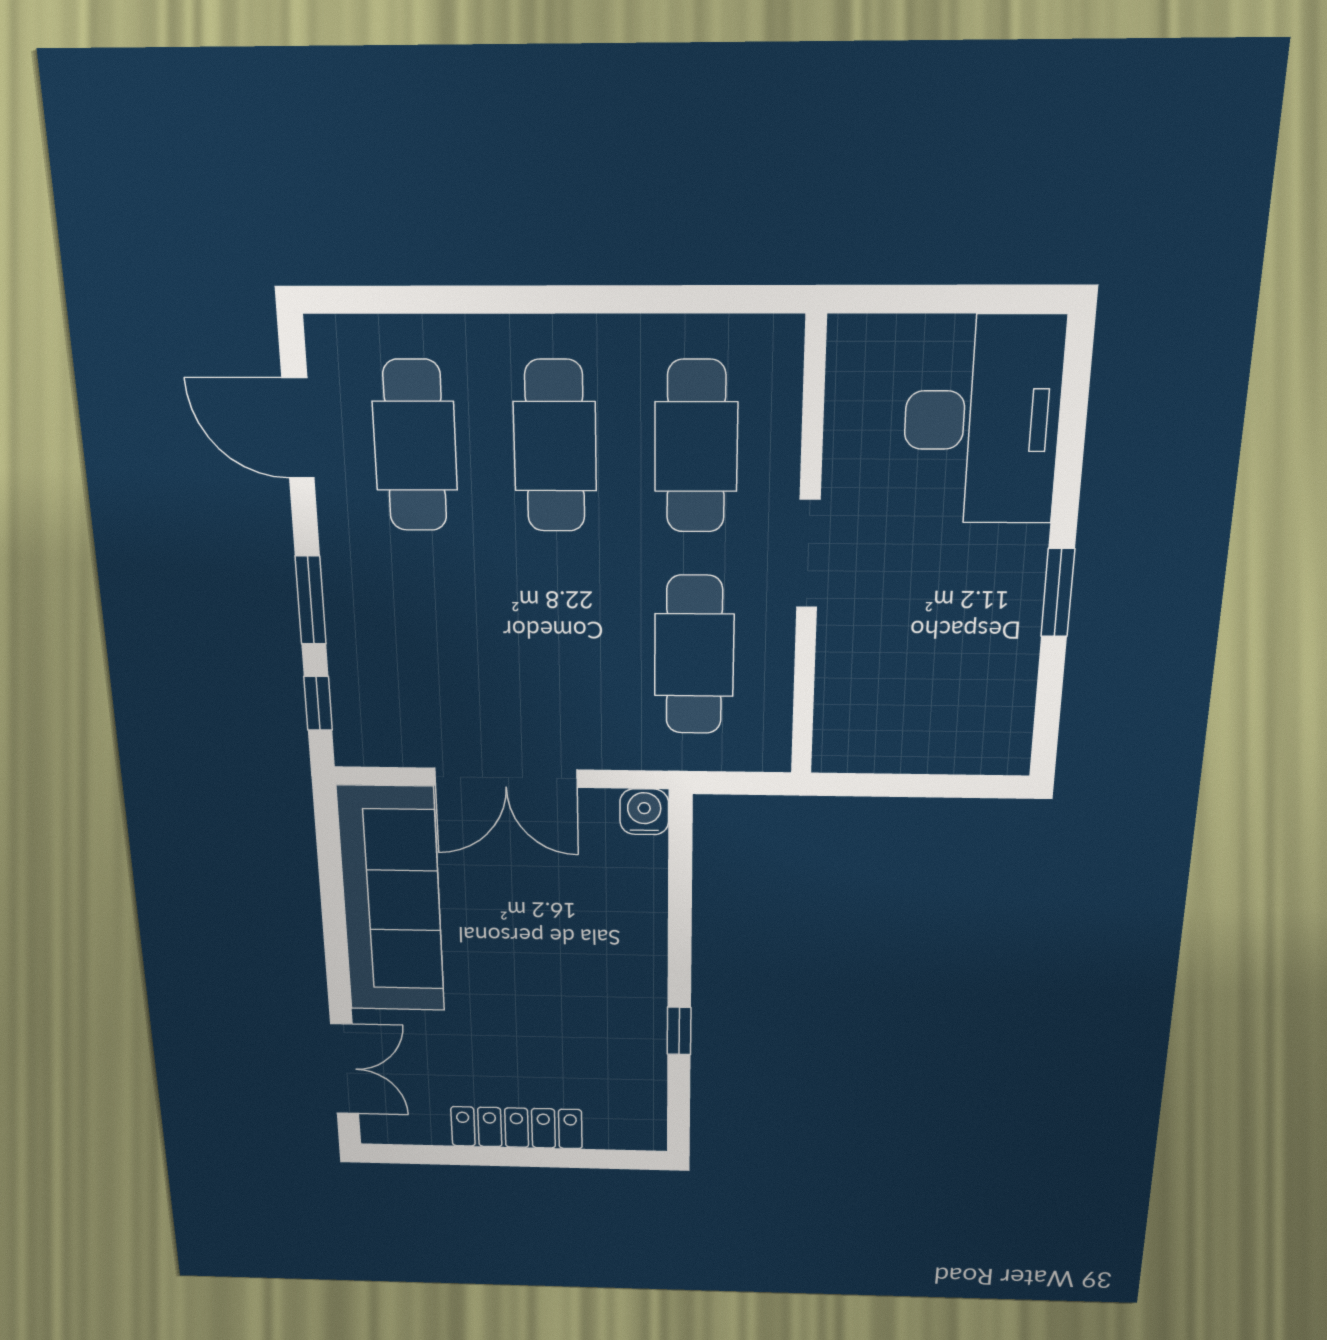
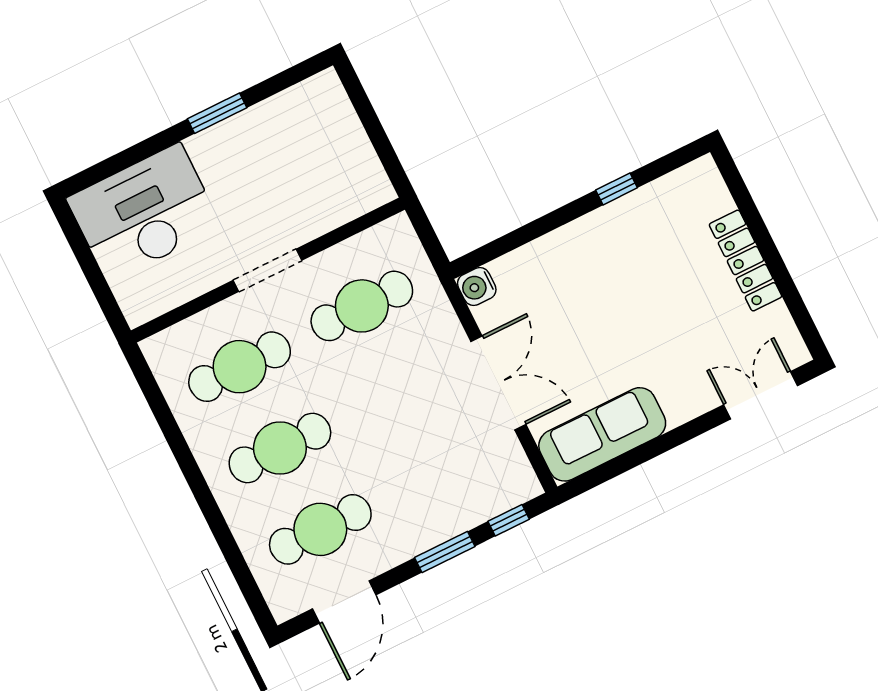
sofa: (391, 900) -> (602, 434), width x0.74, depth x0.79

